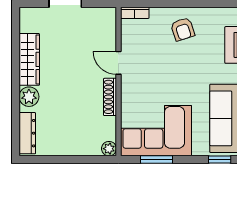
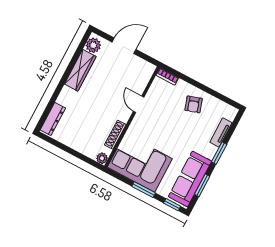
plant: (29, 97) -> (93, 45), moved
shoe rack: (110, 97) -> (115, 135), moved
window: (157, 160) -> (144, 190), moved

